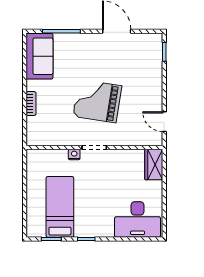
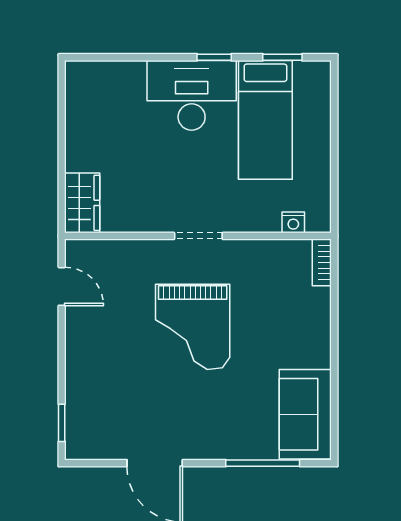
grand piano: (97, 101) -> (193, 327), turned 81
bookcase: (31, 104) -> (322, 262), moved
nightstand: (74, 154) -> (293, 222), moved
desk: (138, 220) -> (192, 95), moved

